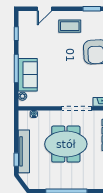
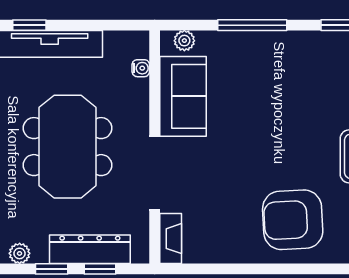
sofa: (28, 75) -> (183, 96), moved, turned -90

